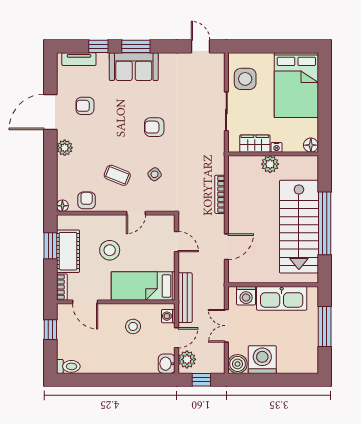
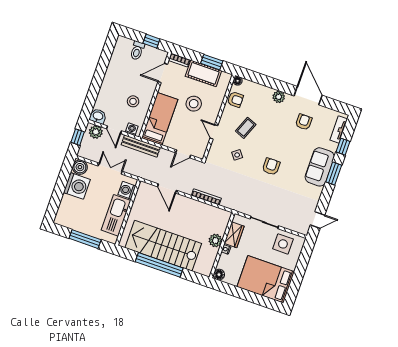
toilet: (68, 366) -> (137, 51), moved

